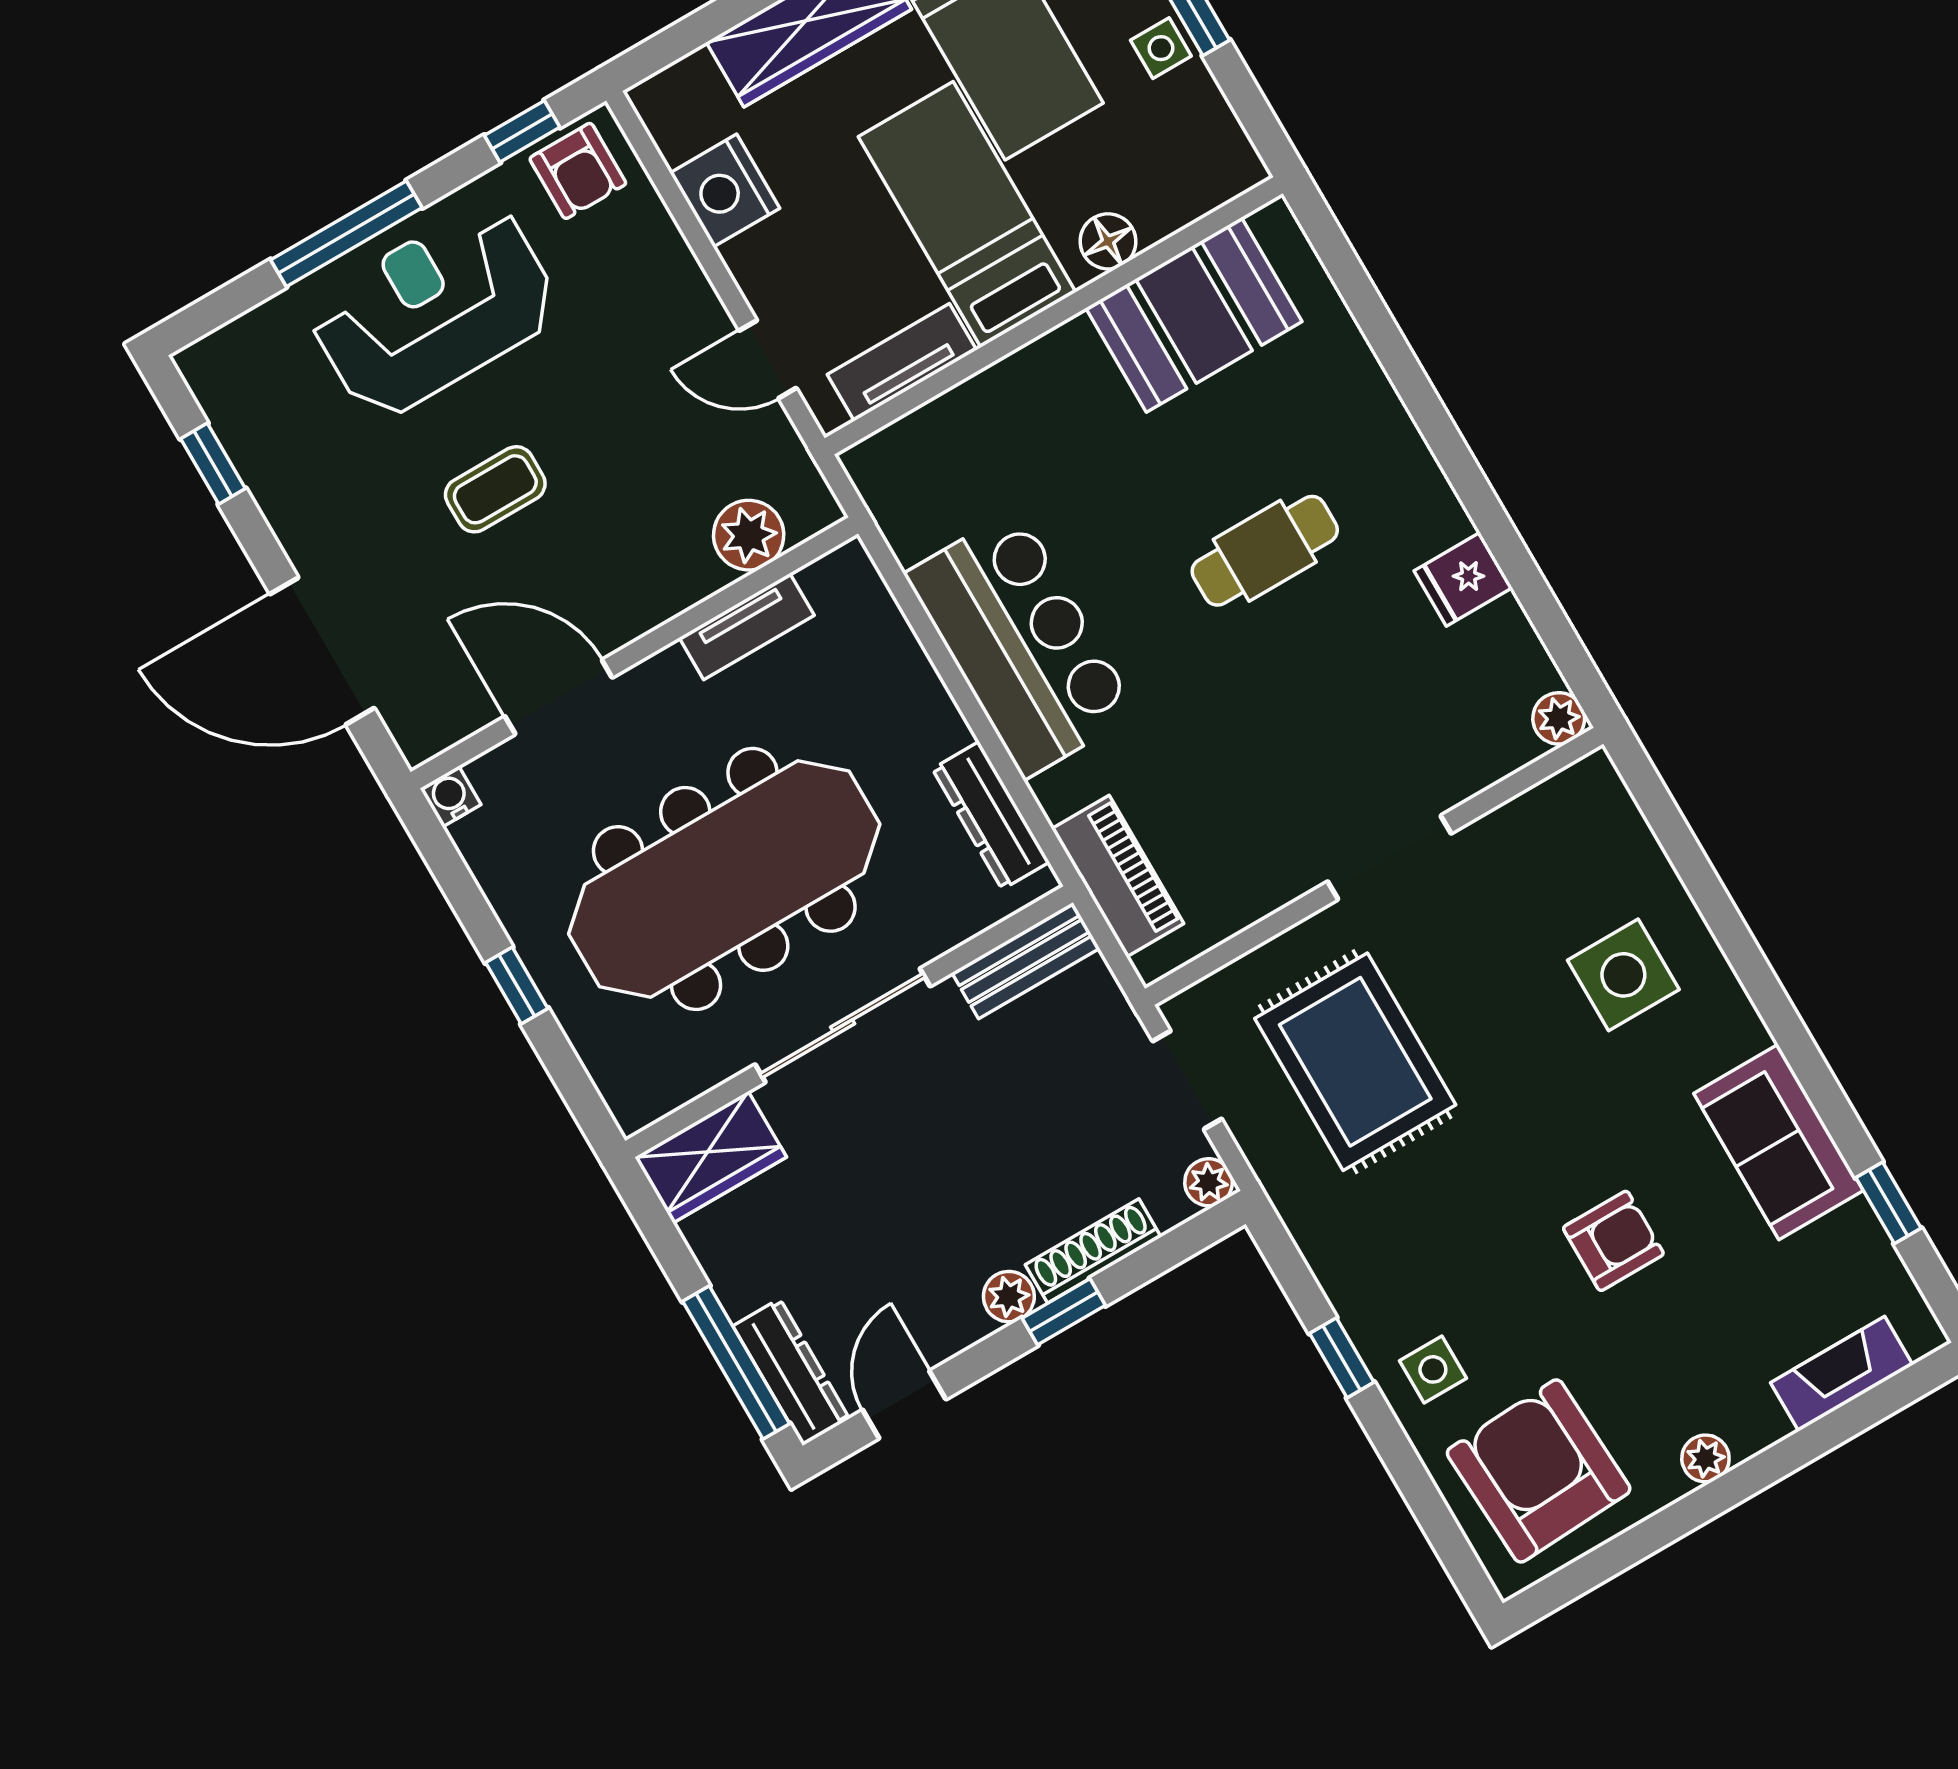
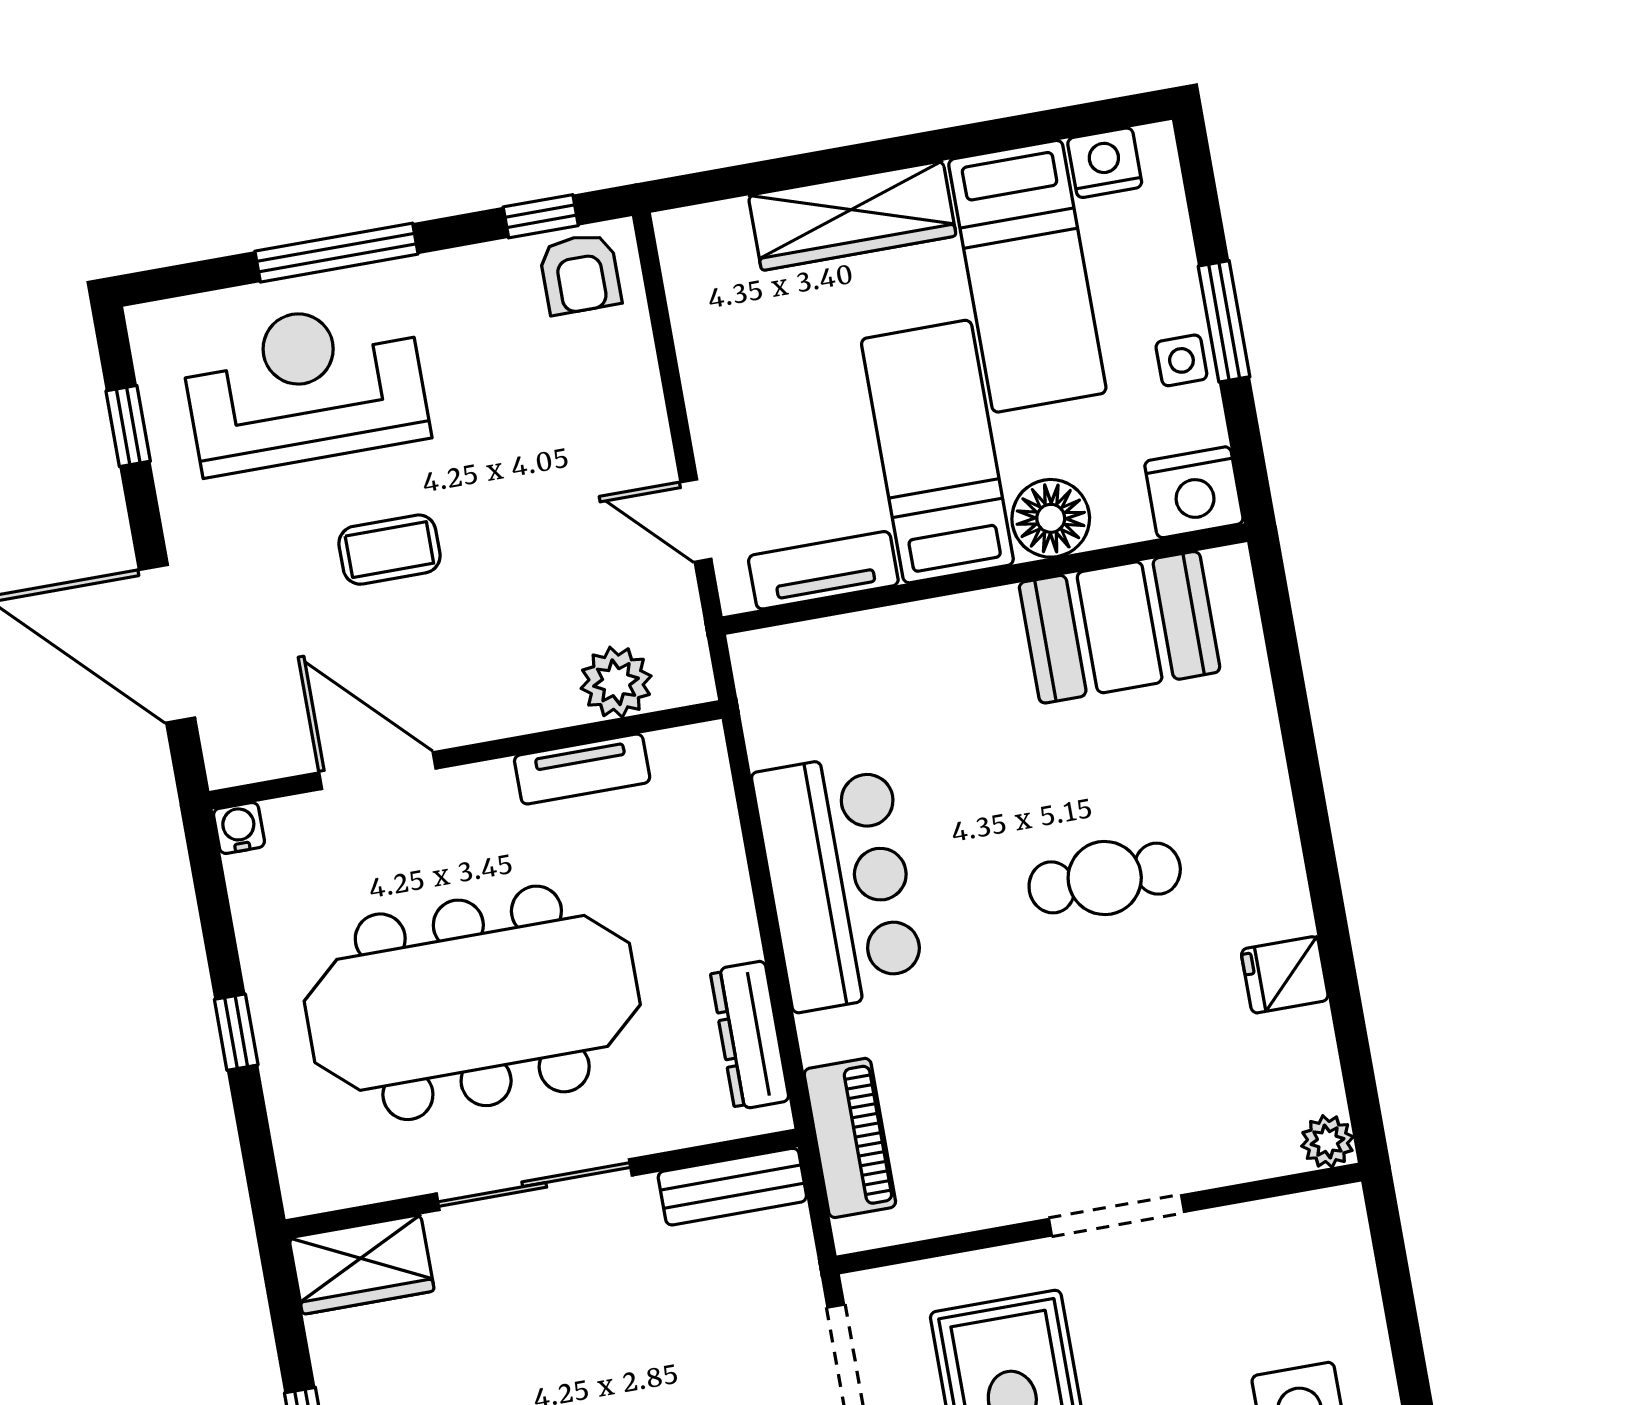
nightstand: (725, 191) -> (1194, 492), moved, turned -90
floor lamp: (1108, 241) -> (1051, 518), width x1.38, depth x1.38
reception desk: (434, 310) -> (305, 386), moved

